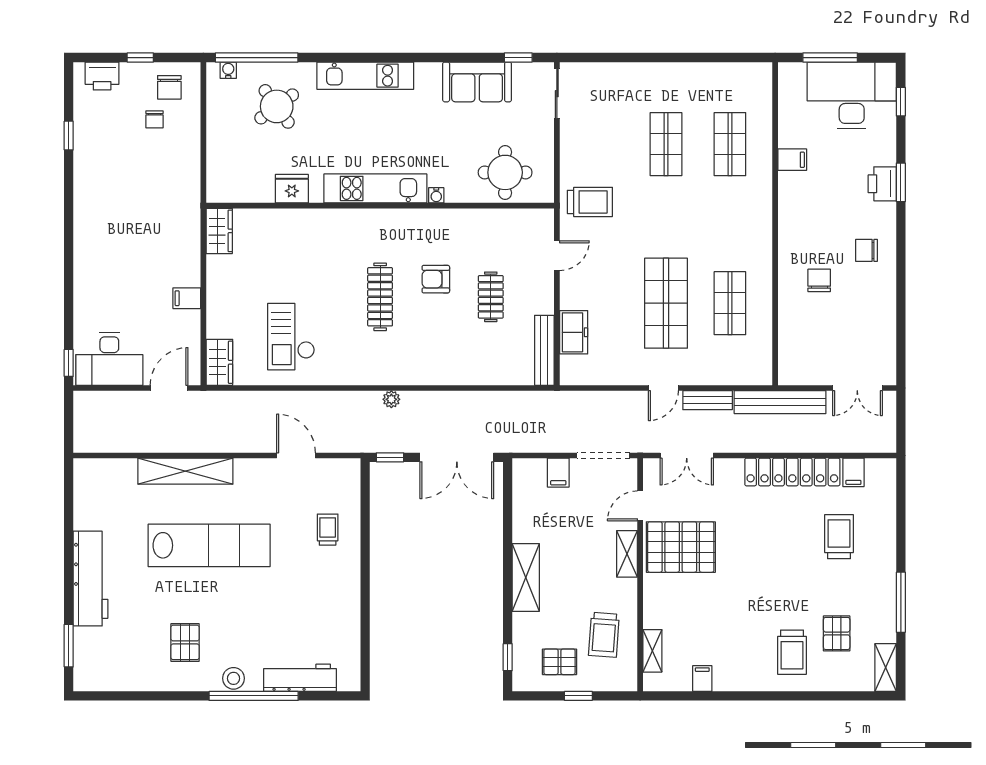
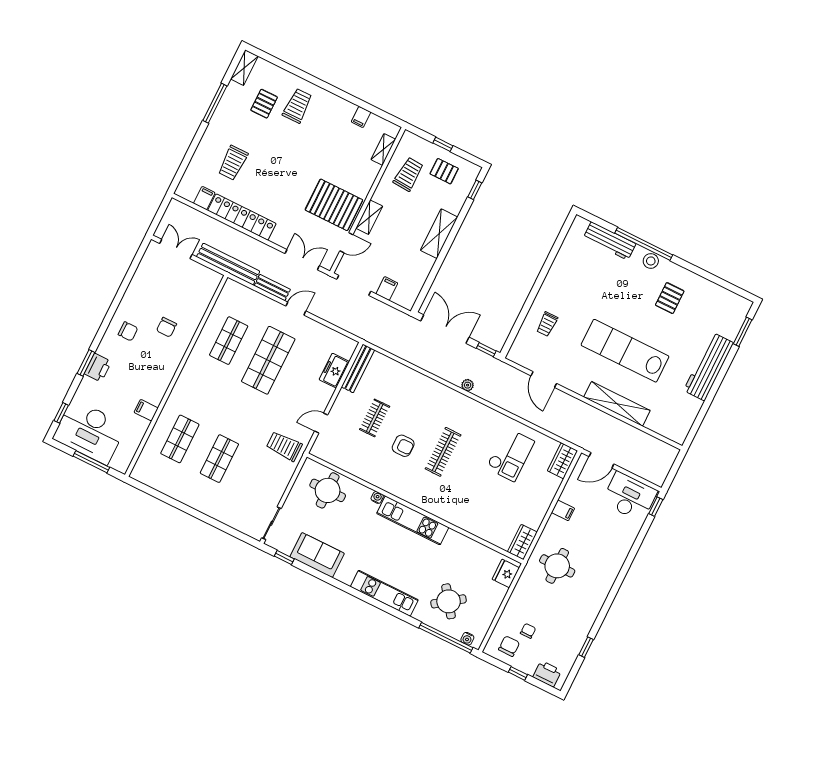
fridge: (292, 189) -> (506, 574), moved, turned 90
round table: (159, 222) -> (557, 566), added

